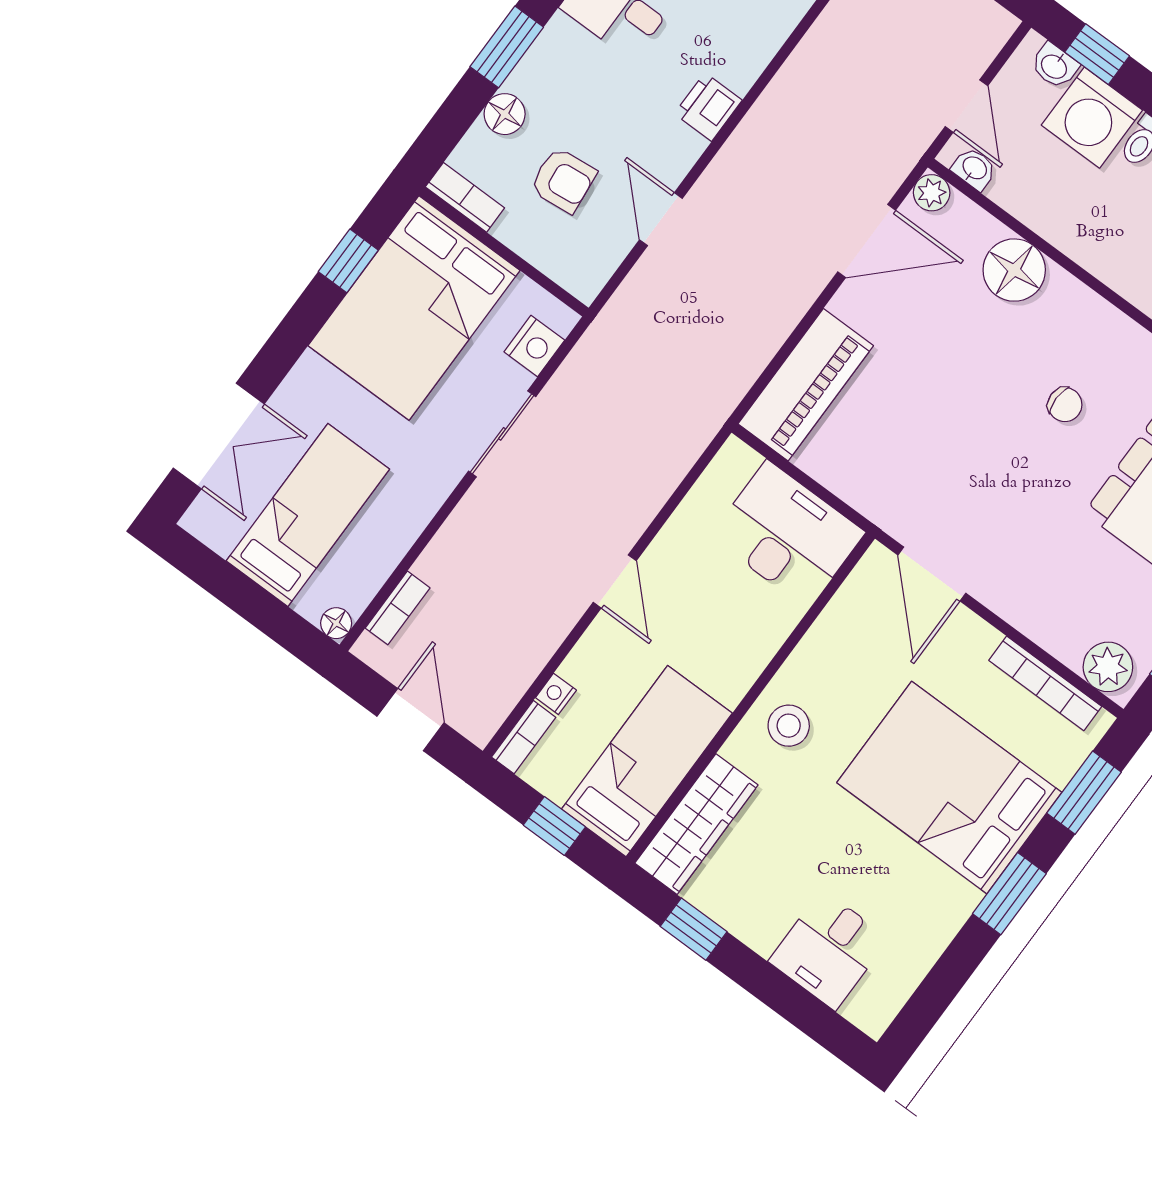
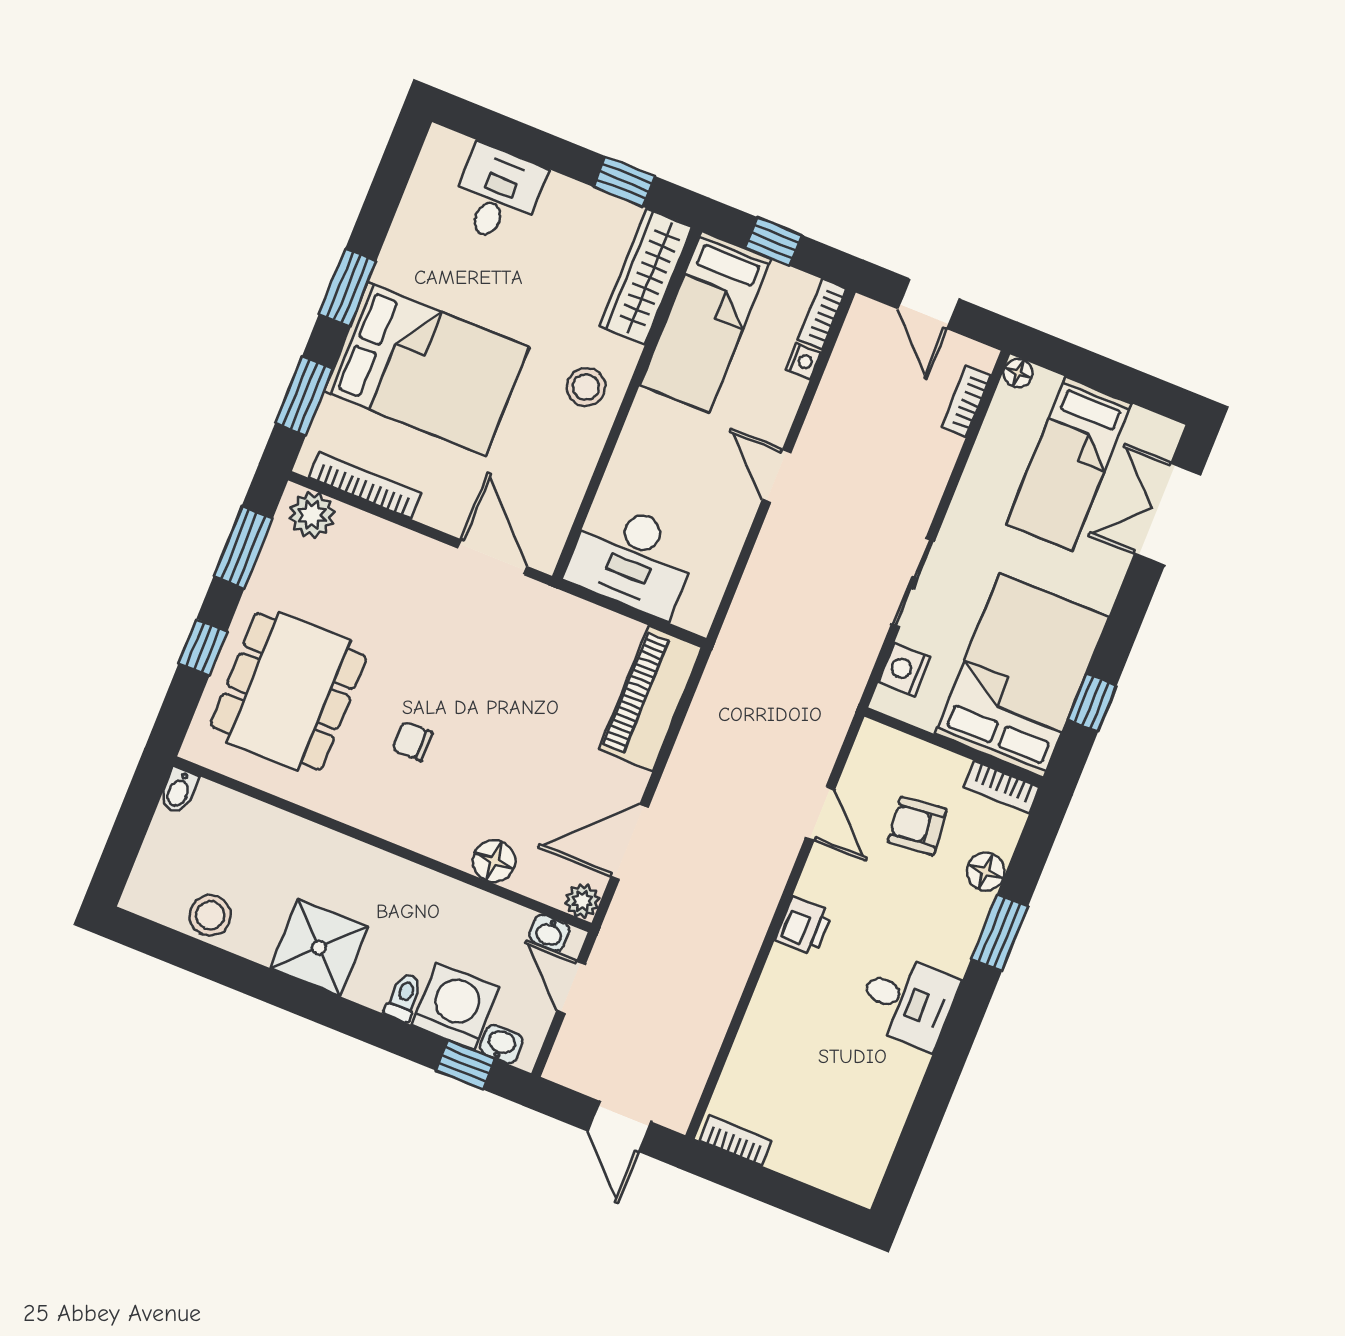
floor lamp: (1014, 270) -> (494, 861), width x0.73, depth x0.73

